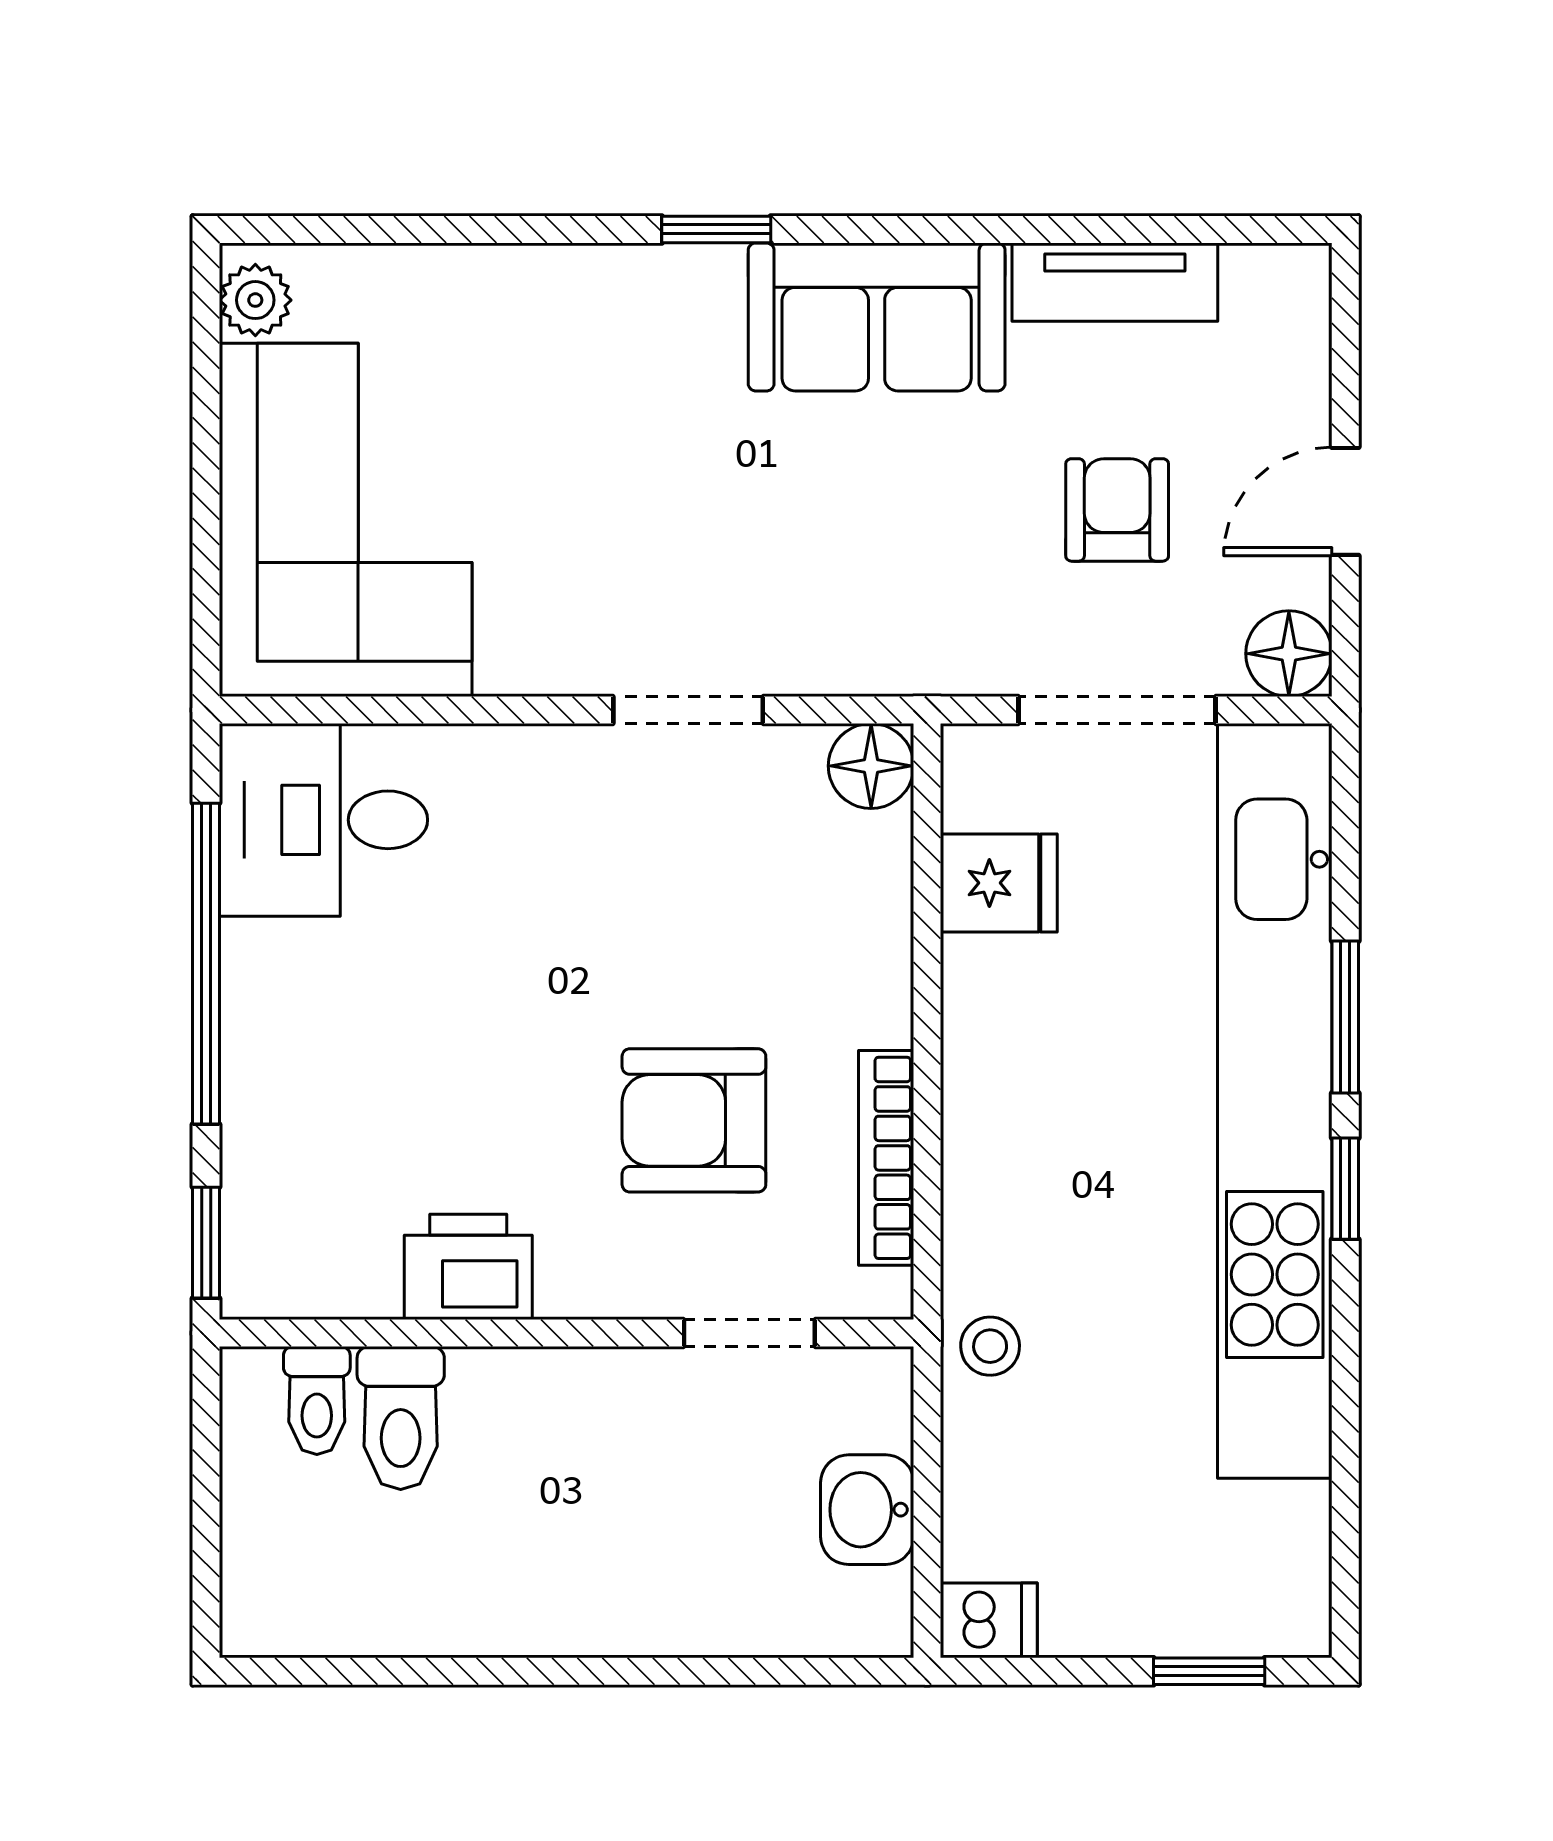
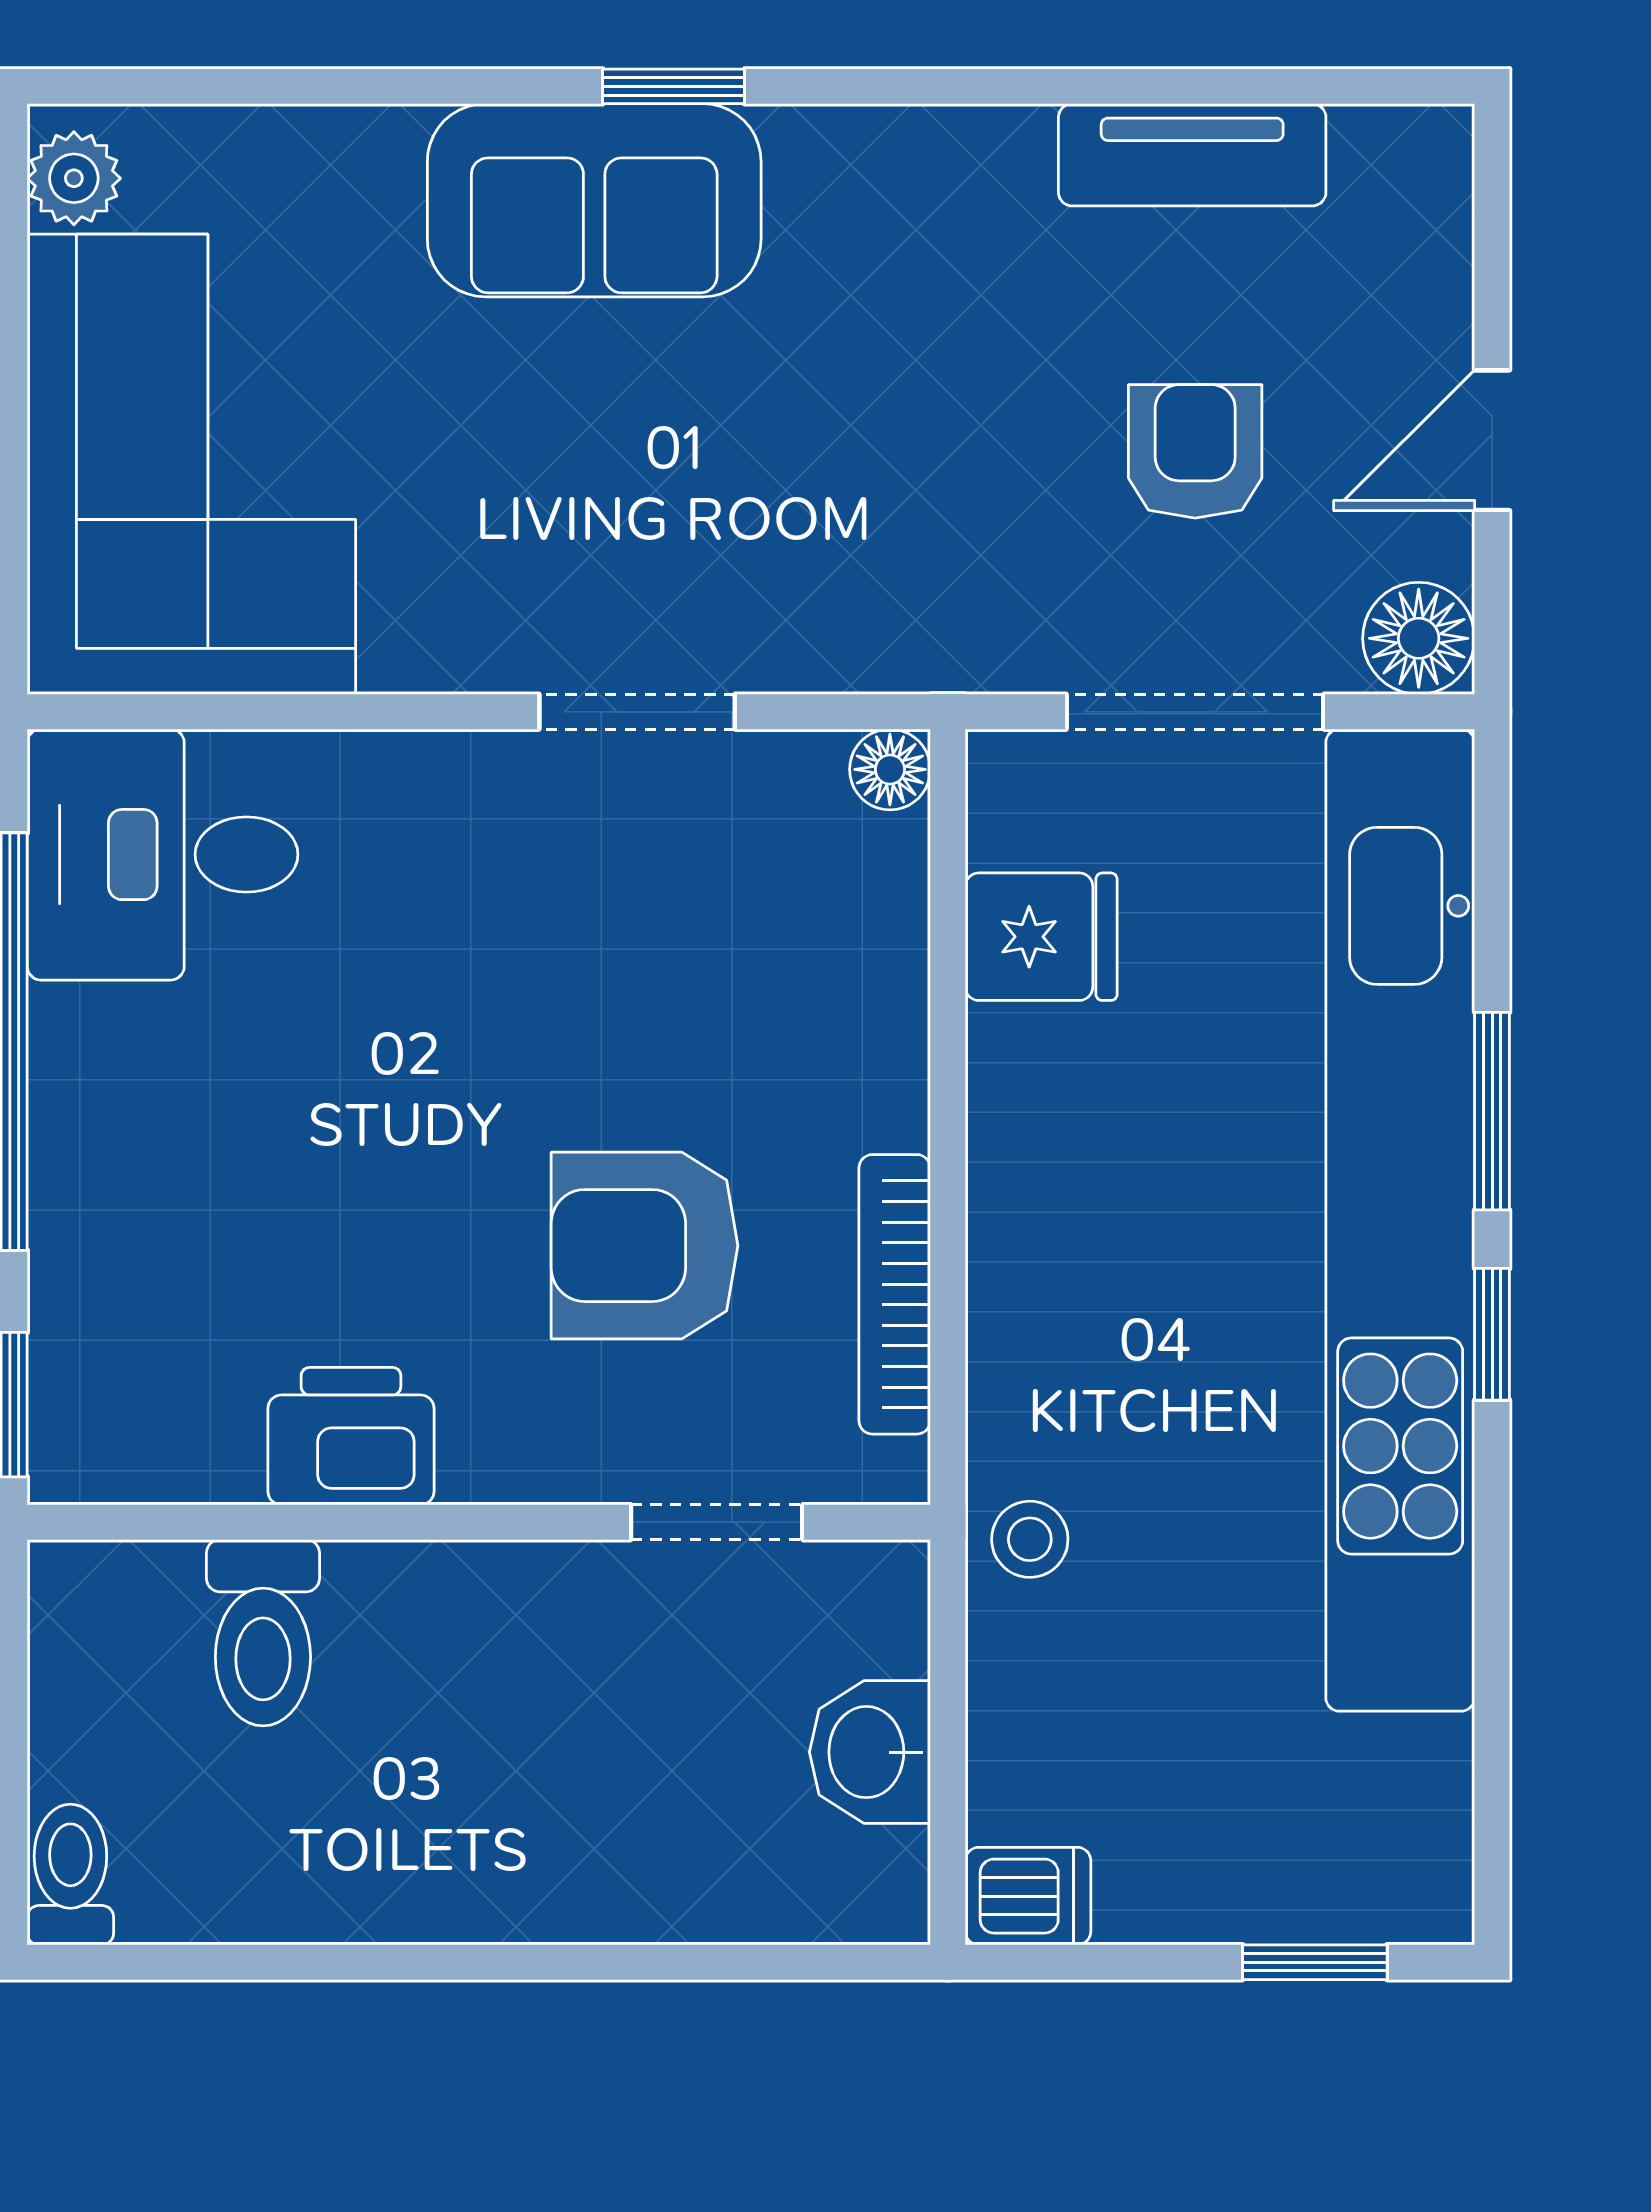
sofa: (877, 317) -> (594, 200), moved
floor lamp: (871, 766) -> (890, 769), width x0.73, depth x0.73
toilet: (317, 1400) -> (70, 1875), moved, turned 180

